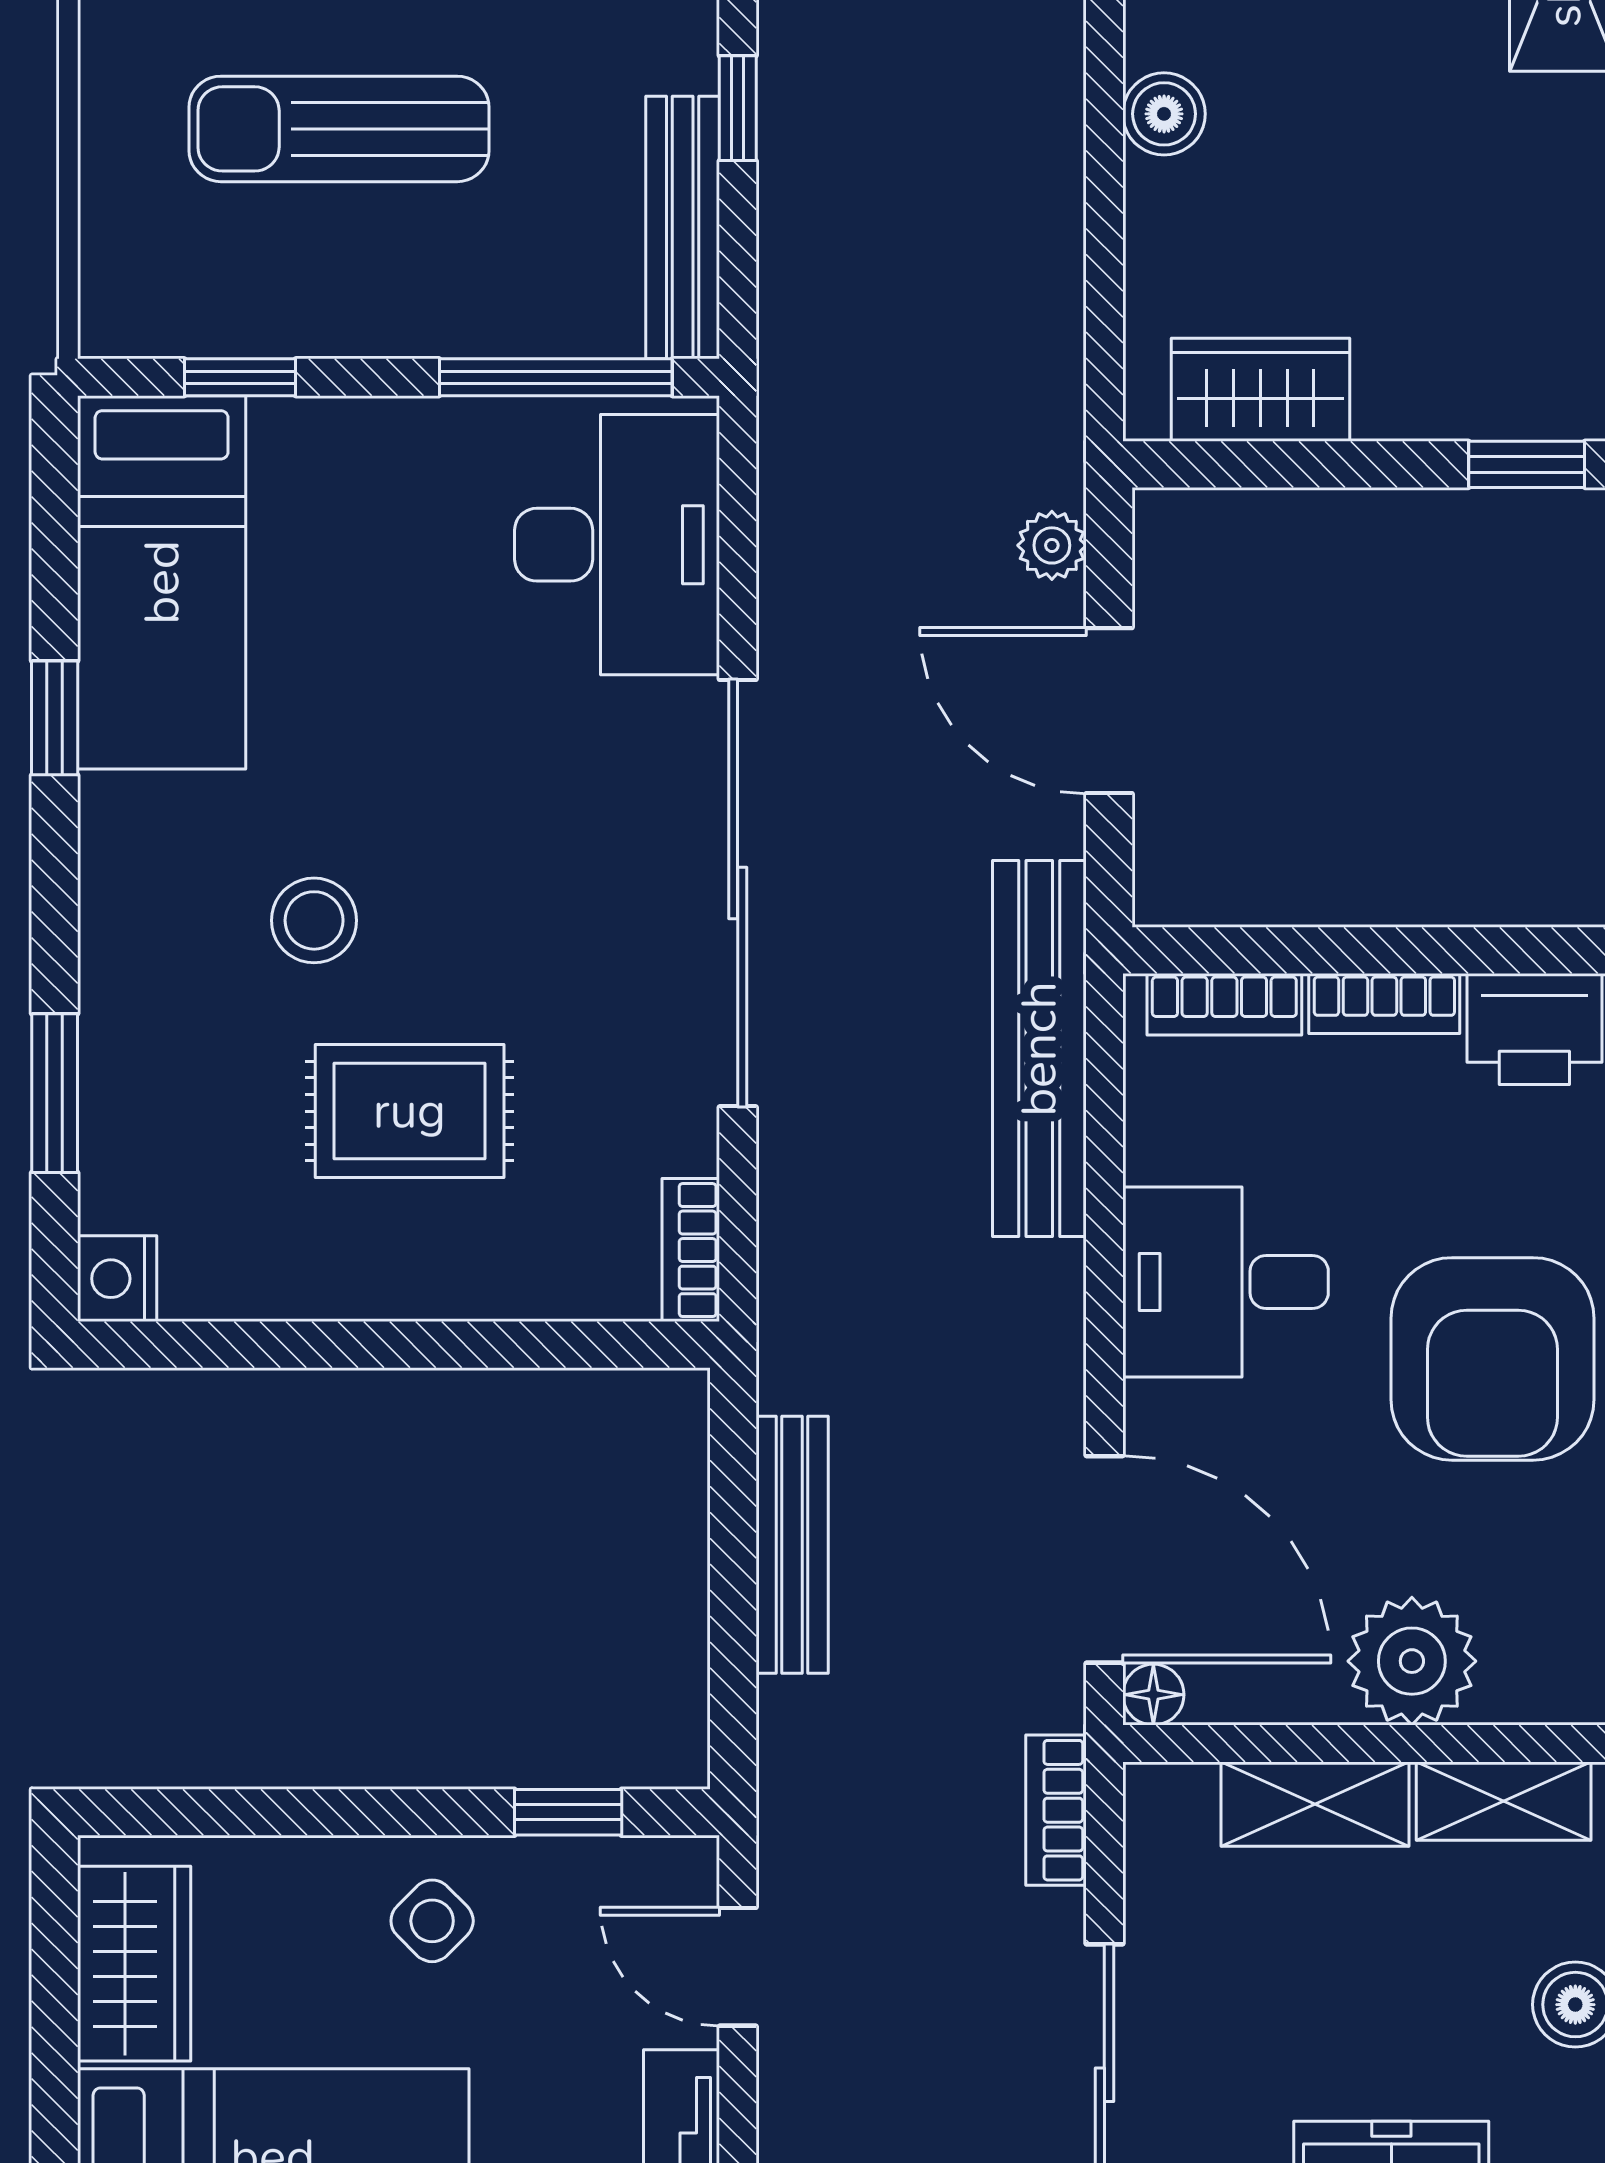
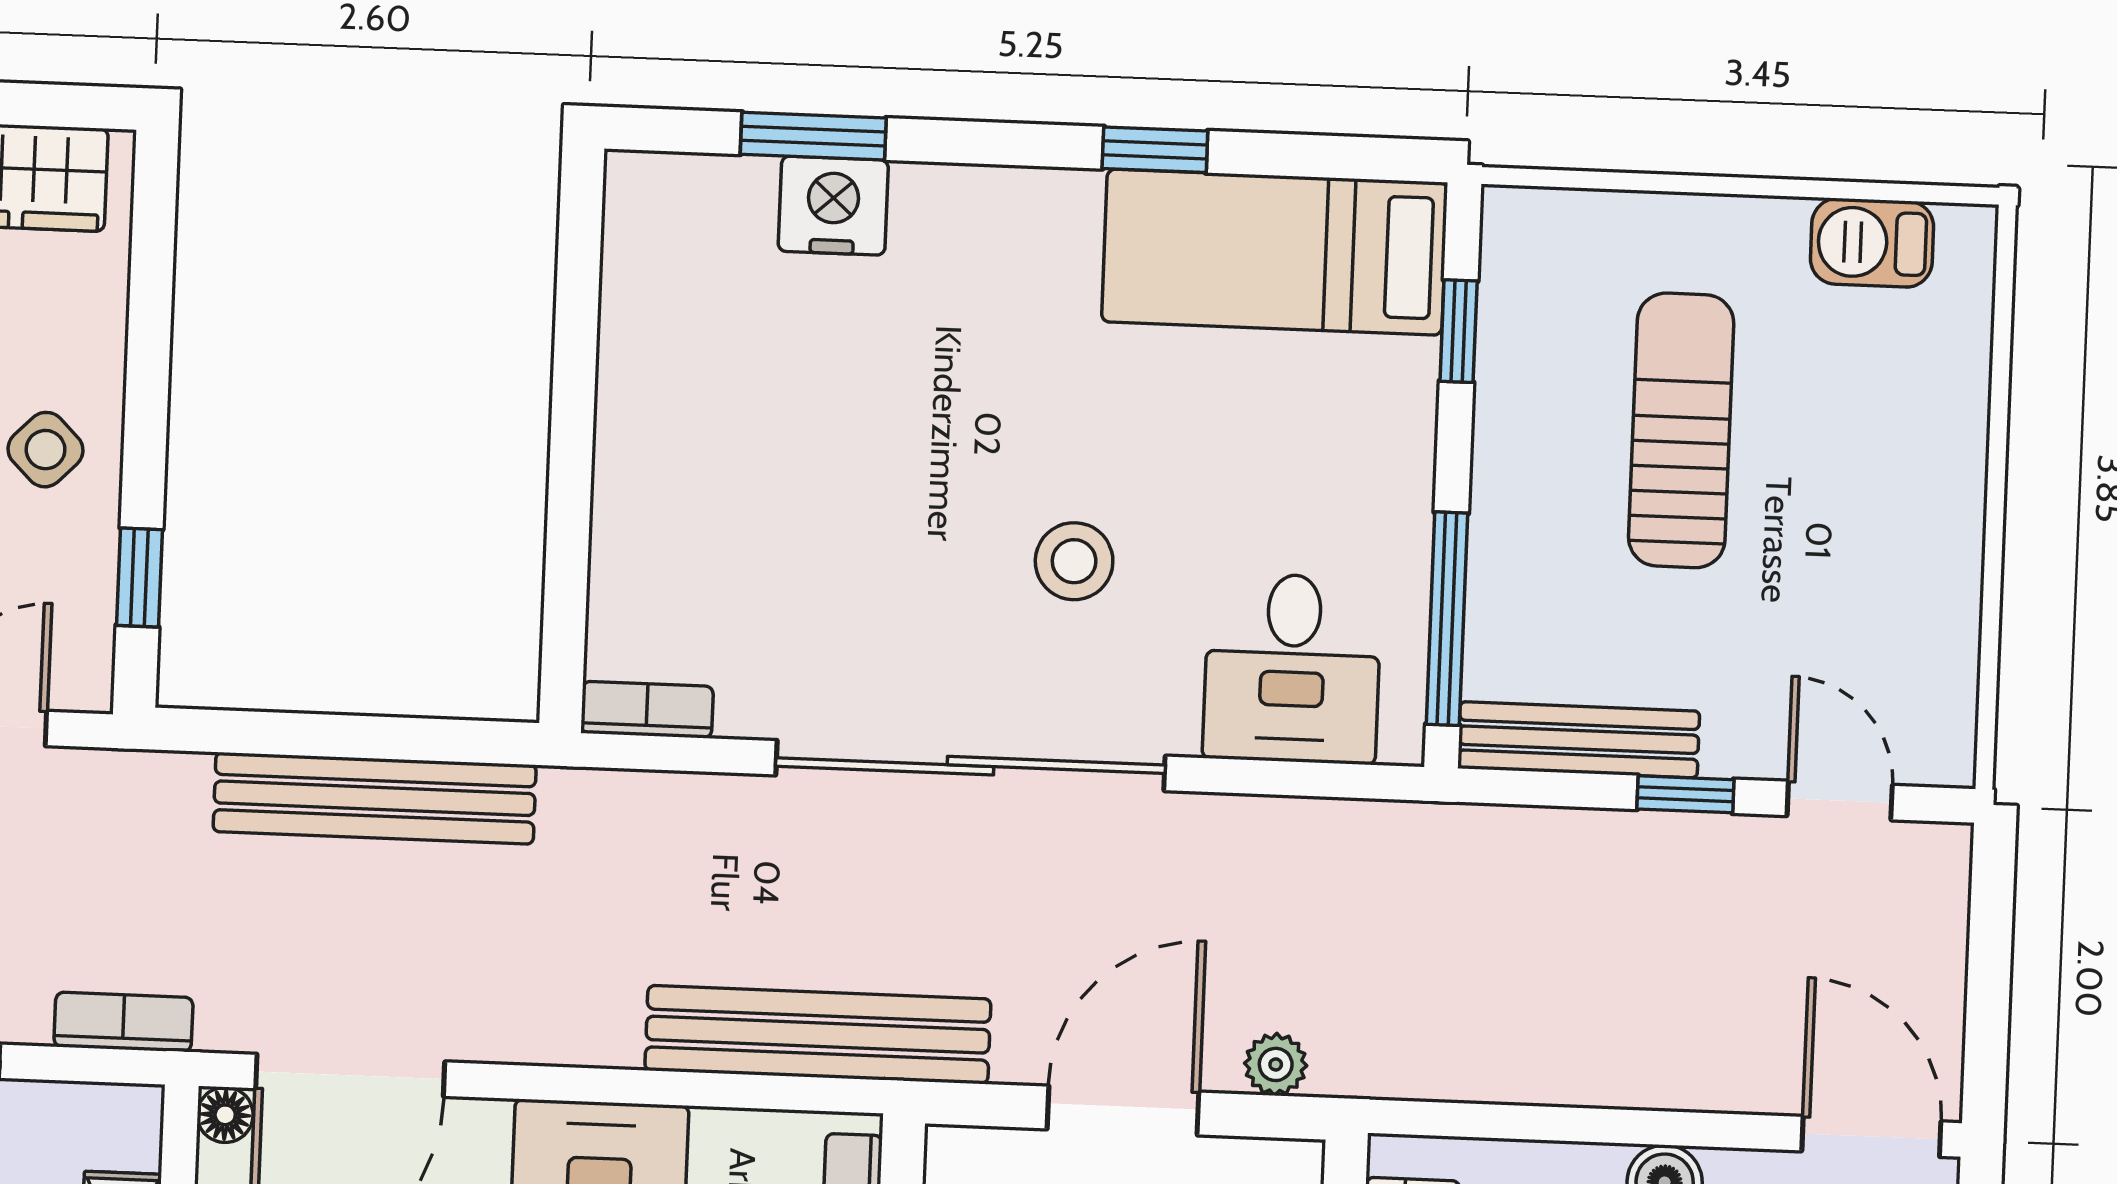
desk: (617, 545) -> (1292, 668), width x0.73
stool: (314, 920) -> (1074, 561), moved
rug: (410, 1111) -> (784, 459), removed
nightstand: (117, 1279) -> (833, 206), moved, width x1.36, depth x1.33
bench: (792, 1545) -> (375, 798), width x1.37, depth x1.21

